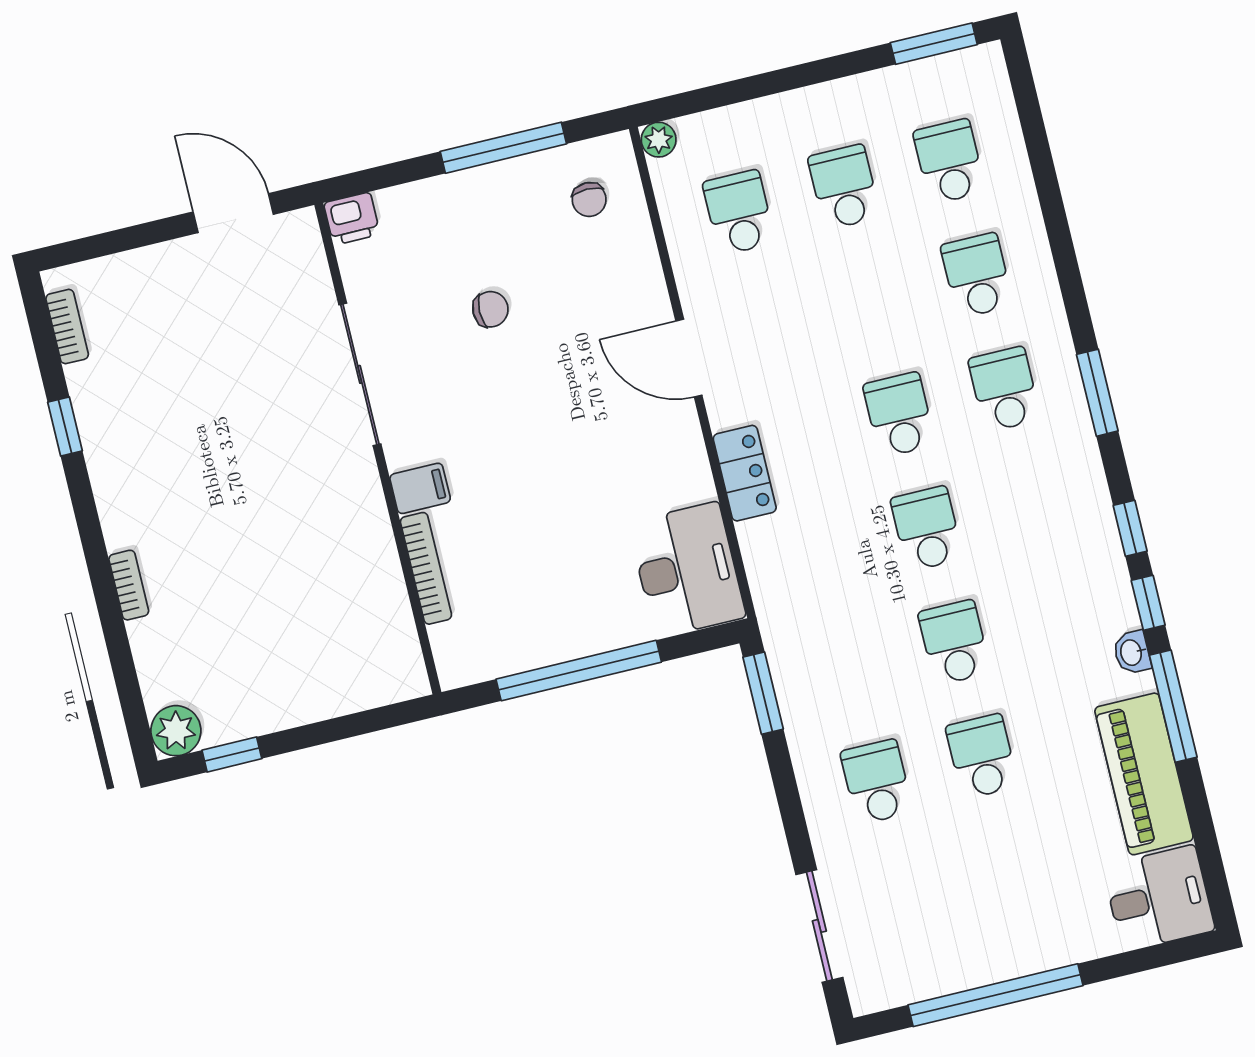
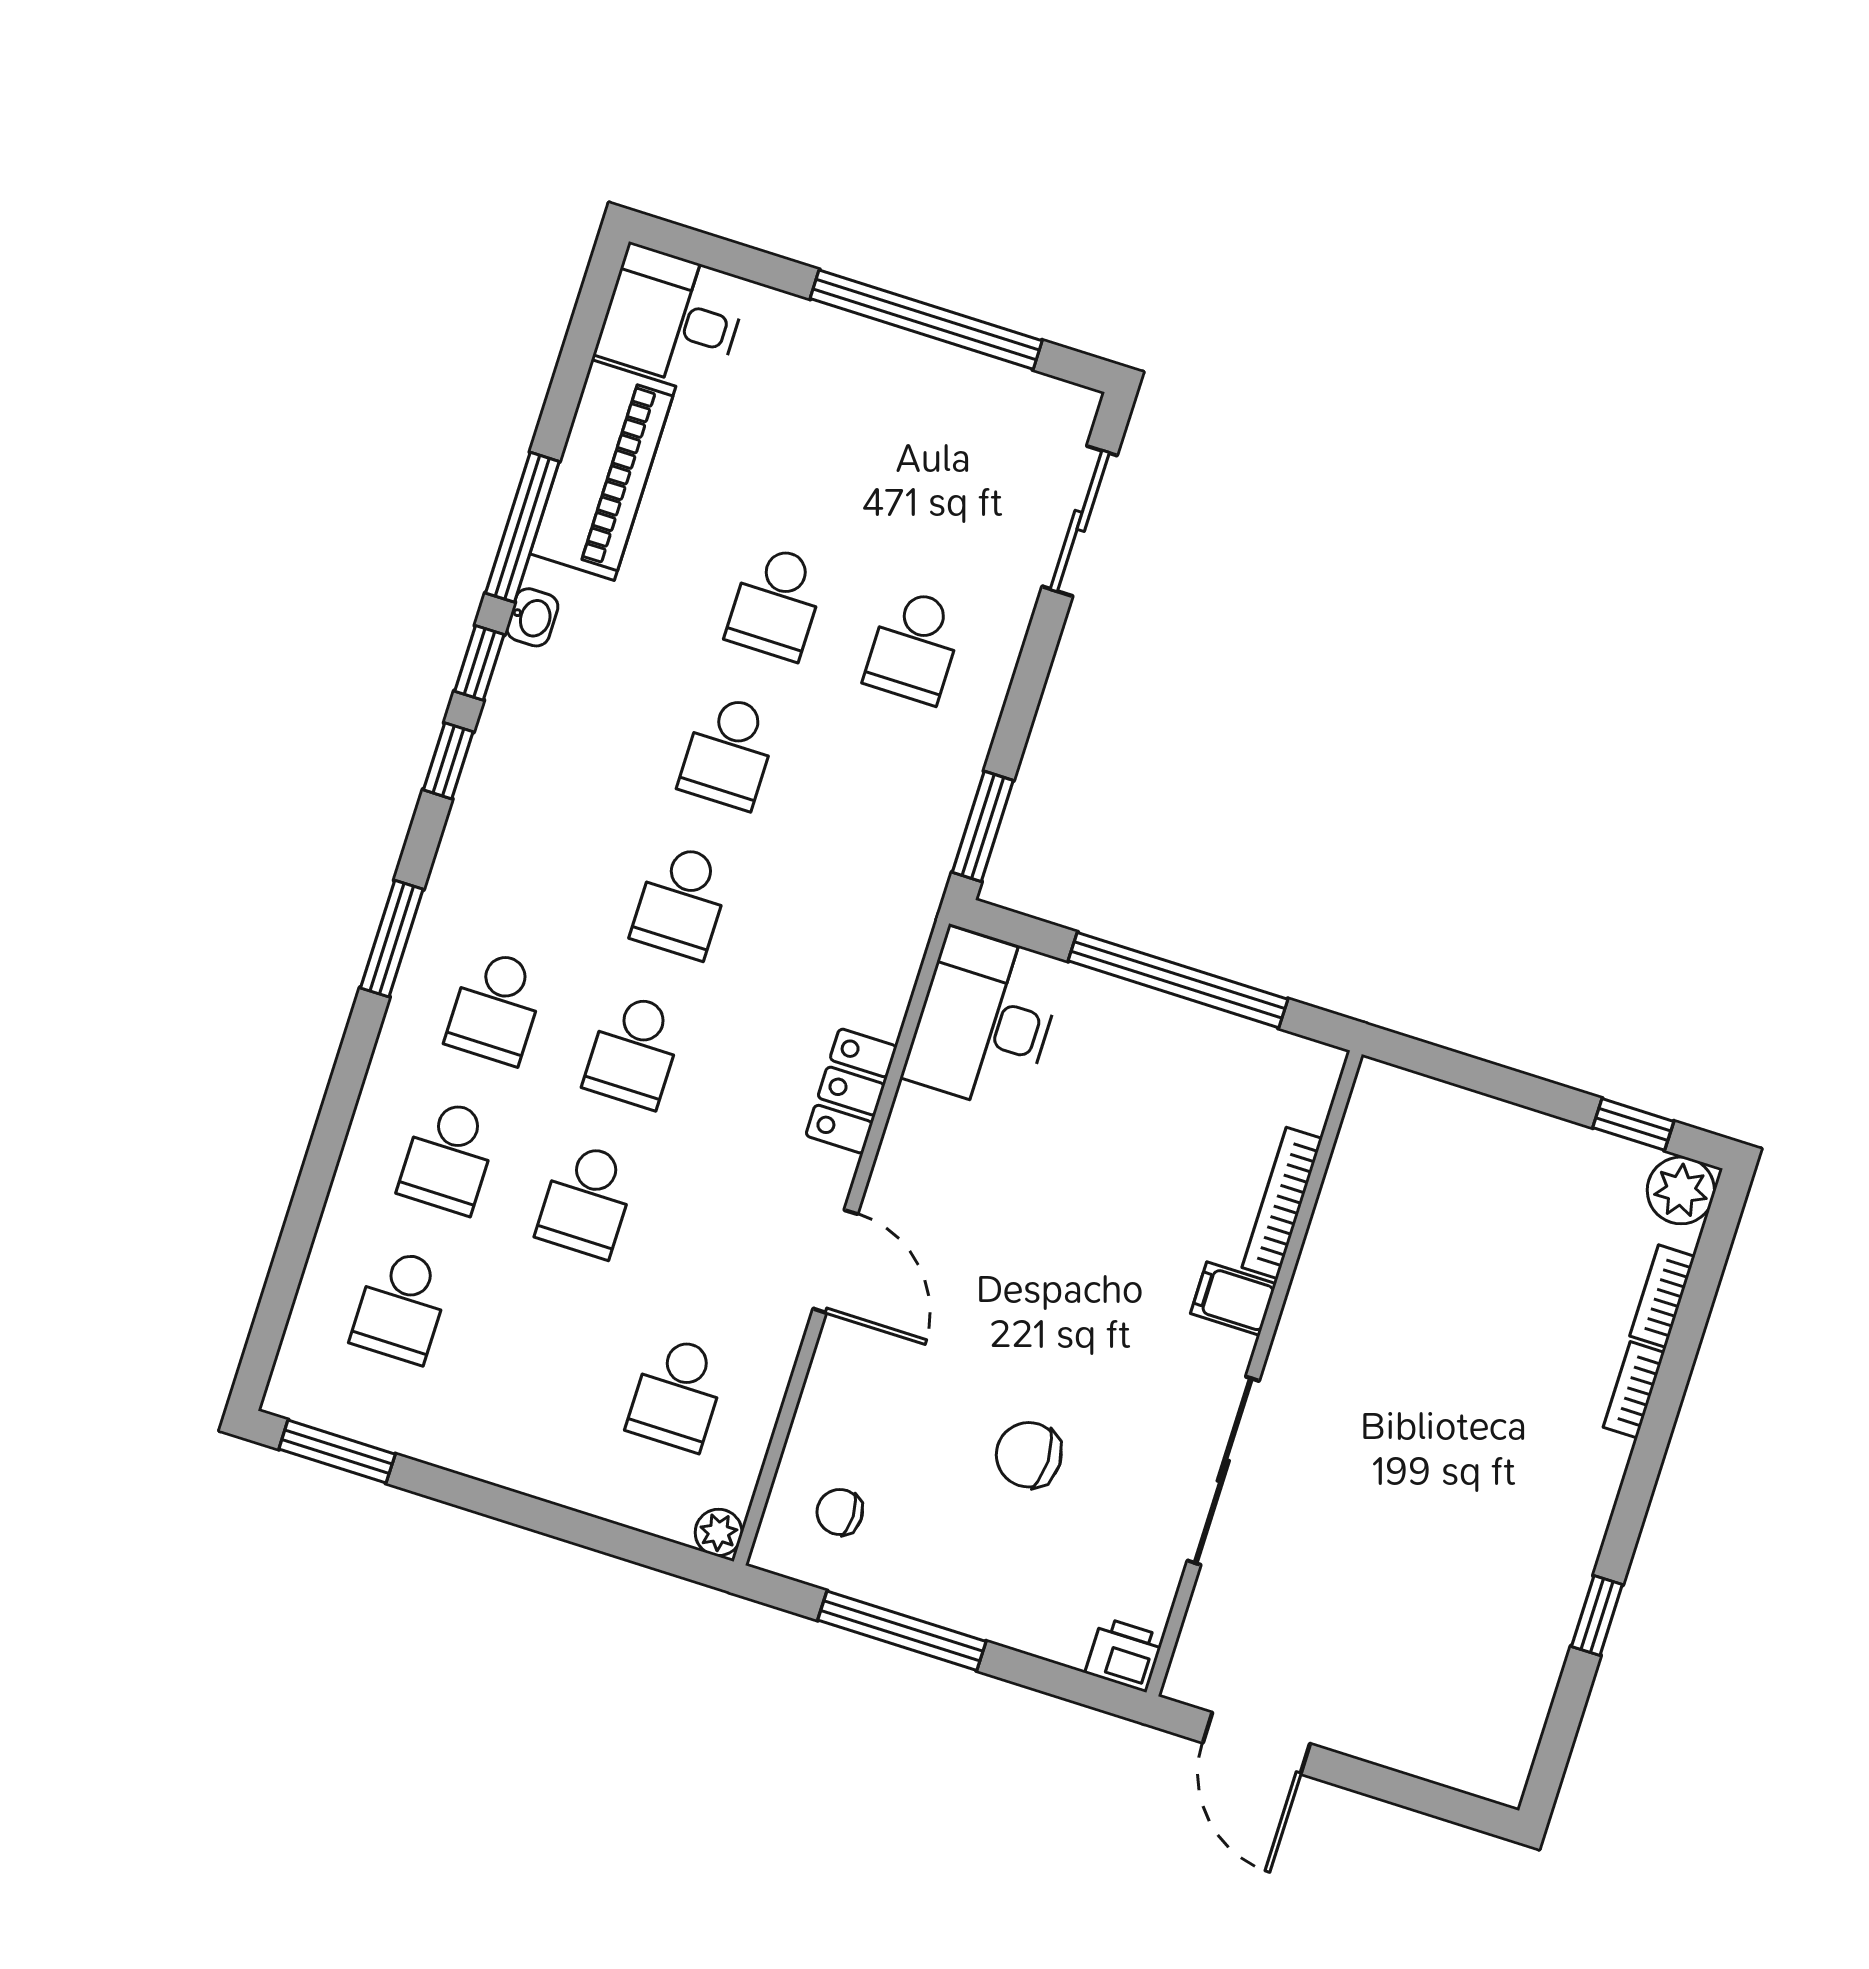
school desk: (844, 187) -> (587, 1200), moved
chair: (589, 200) -> (840, 1512), turned -90
chair: (490, 309) -> (1029, 1455), width x1.37, depth x1.37
bookcase: (67, 327) -> (1662, 1296), moved

